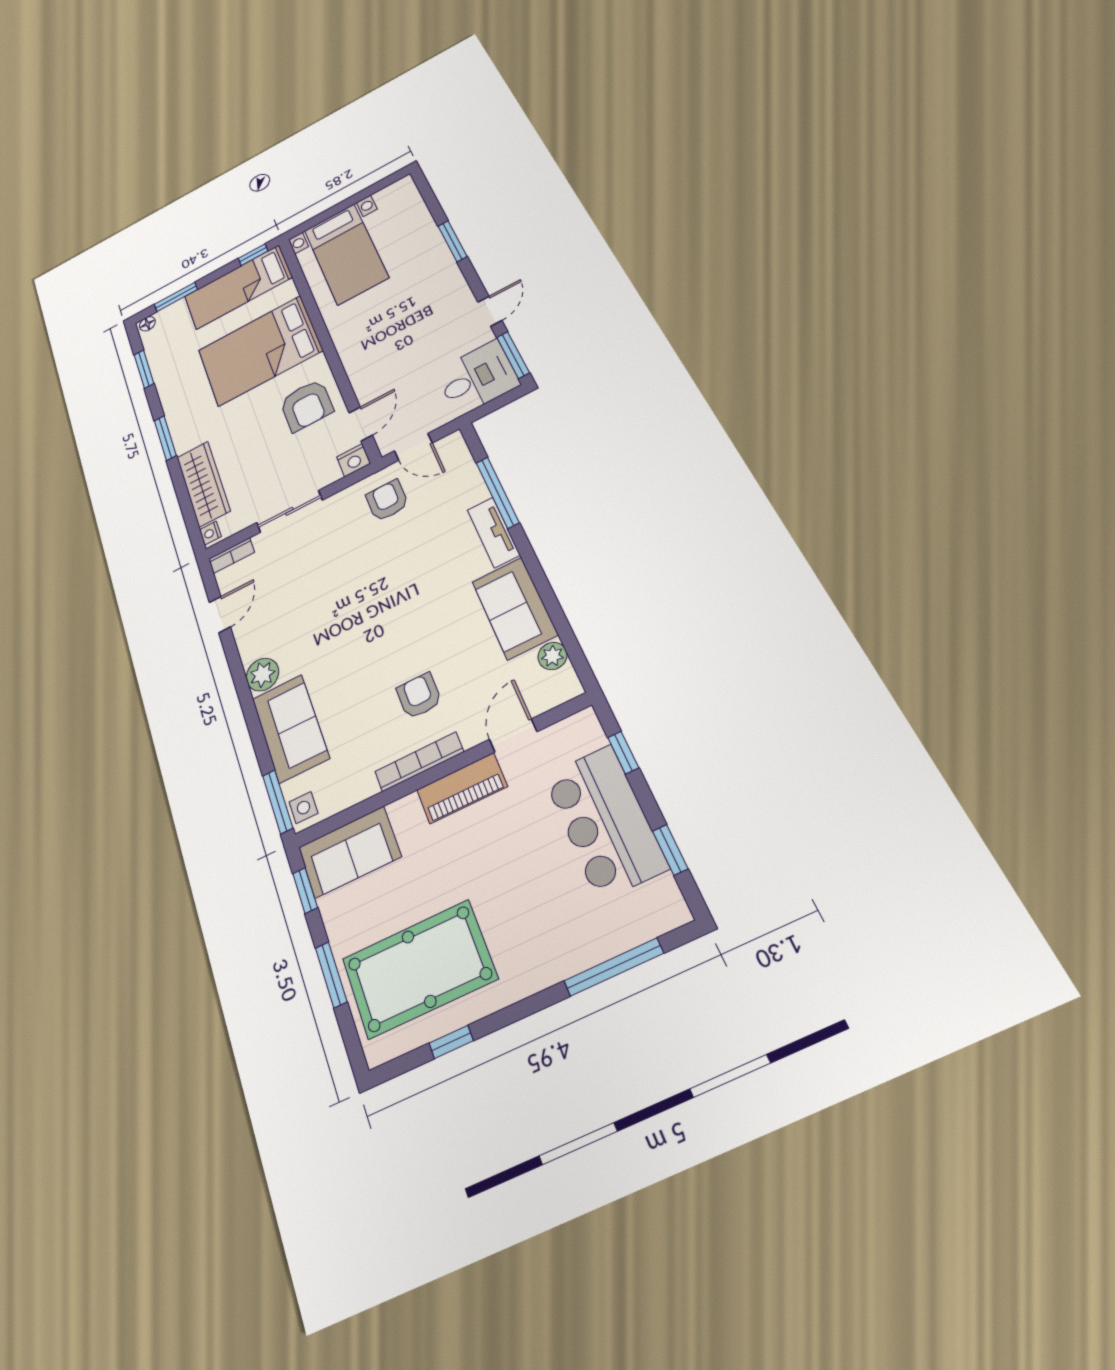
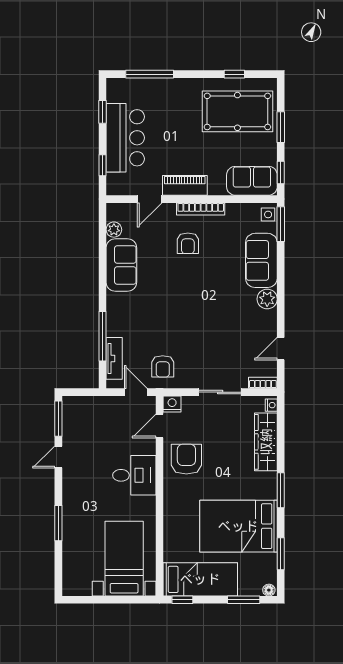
bed: (260, 351) -> (238, 526), moved, turned 180
desk: (477, 378) -> (134, 475), moved, turned 180
tv unit: (494, 532) -> (114, 358), moved

